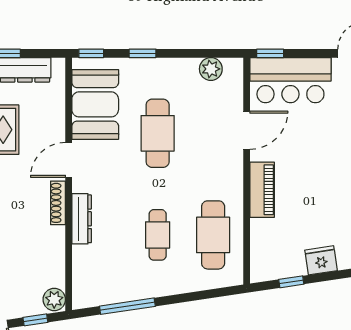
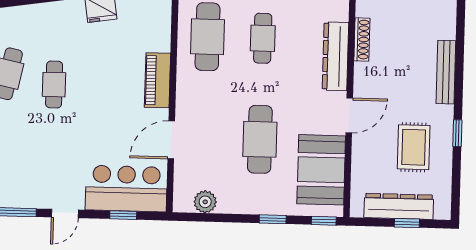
window: (270, 53) -> (123, 215), moved
shoe rack: (58, 203) -> (362, 39), moved
dresser: (82, 219) -> (335, 56), width x1.37, depth x1.24

